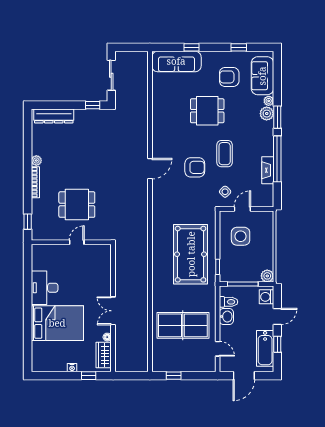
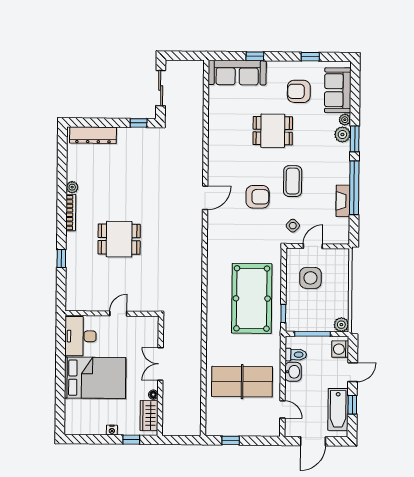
wall: (71, 242) -> (112, 313), moved
door: (77, 242) -> (118, 314), moved

